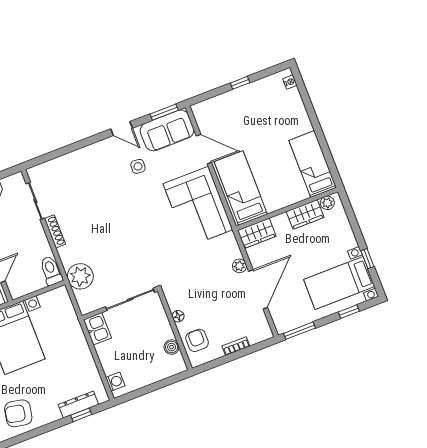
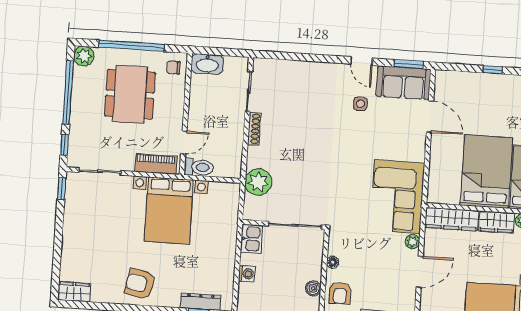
bed: (241, 188) -> (486, 172), moved, width x1.50
corner sofa: (198, 207) -> (397, 197), moved
wardrobe: (257, 233) -> (452, 219), width x1.50
toilet: (51, 271) -> (199, 167), moved, turned 90
door: (258, 289) -> (420, 272), width x0.73
armchair: (197, 340) -> (340, 293), turned 180
washing machine: (115, 382) -> (247, 274), moved

